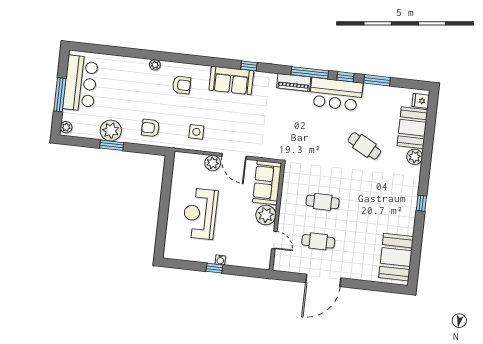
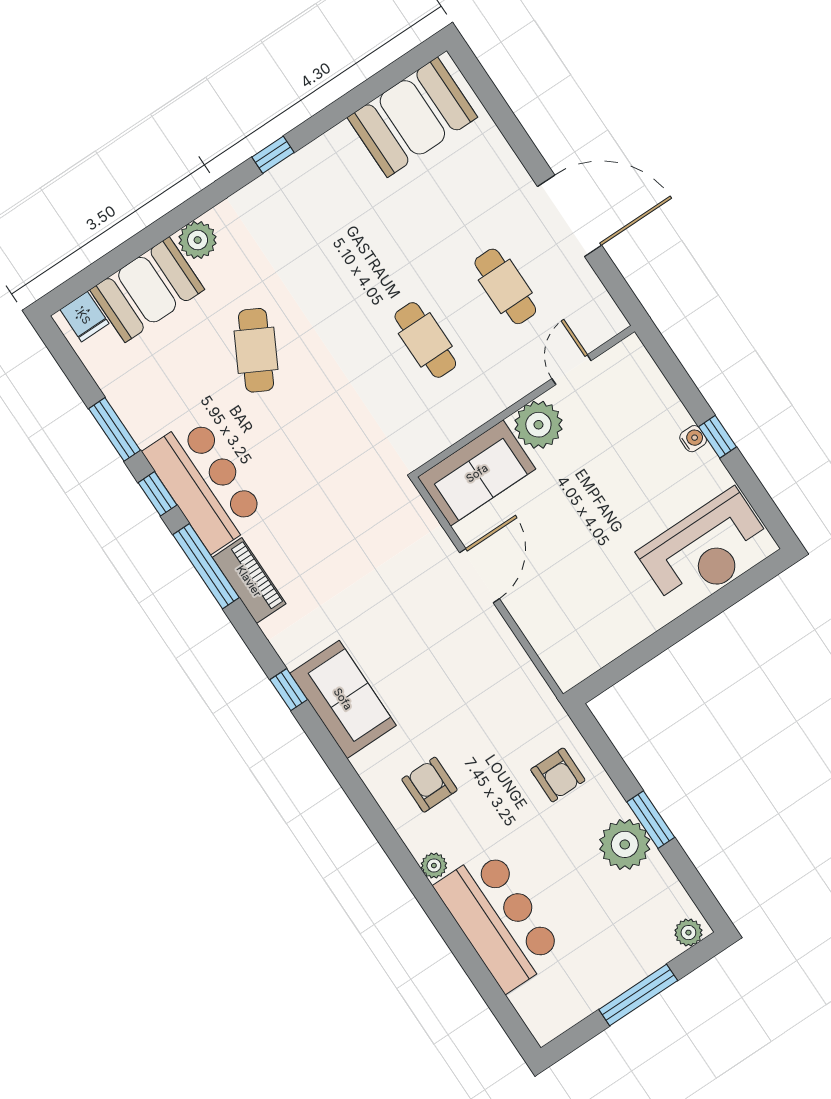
bar counter: (80, 83) -> (499, 920), moved, turned 90
side table: (196, 132) -> (493, 683), removed
plant: (213, 163) -> (525, 605), removed
reception desk: (200, 214) -> (706, 550), moved

